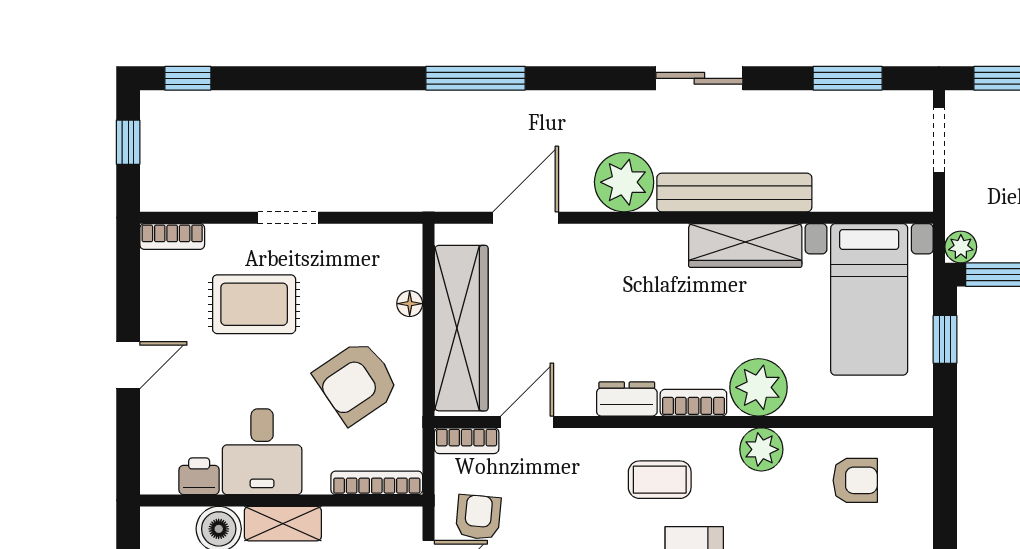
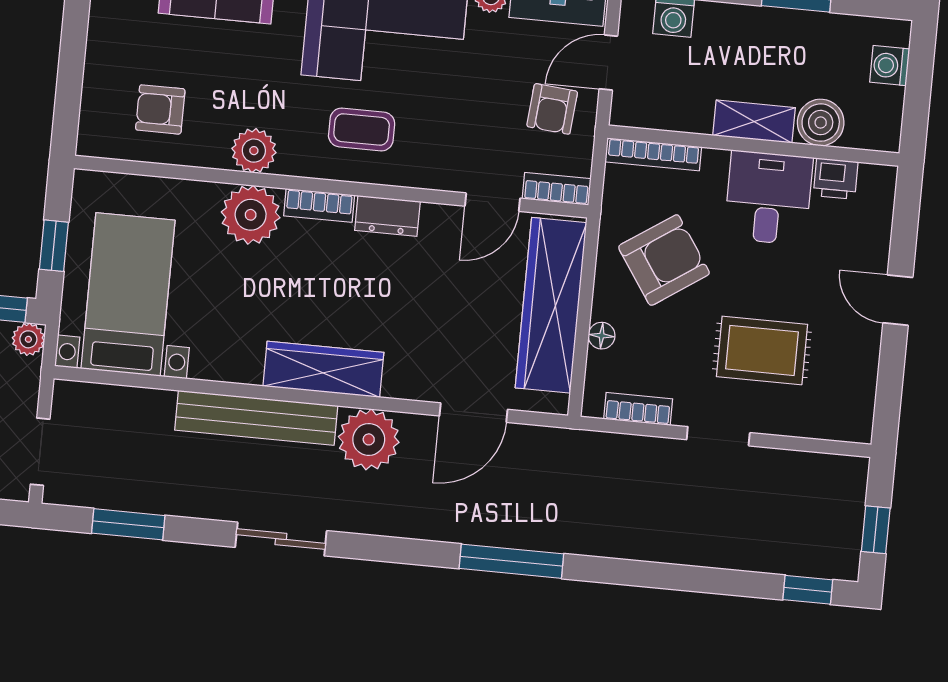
bookcase: (172, 237) -> (638, 409), moved
wardrobe: (745, 245) -> (323, 369), moved
door: (128, 365) -> (898, 300), hinge flipped

